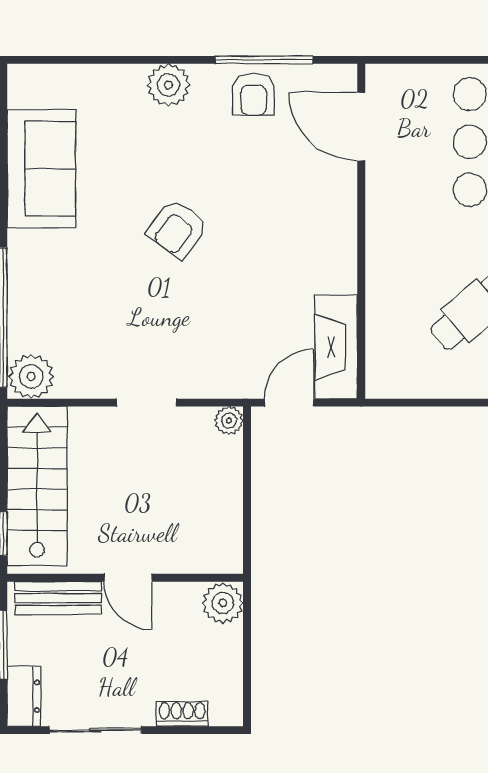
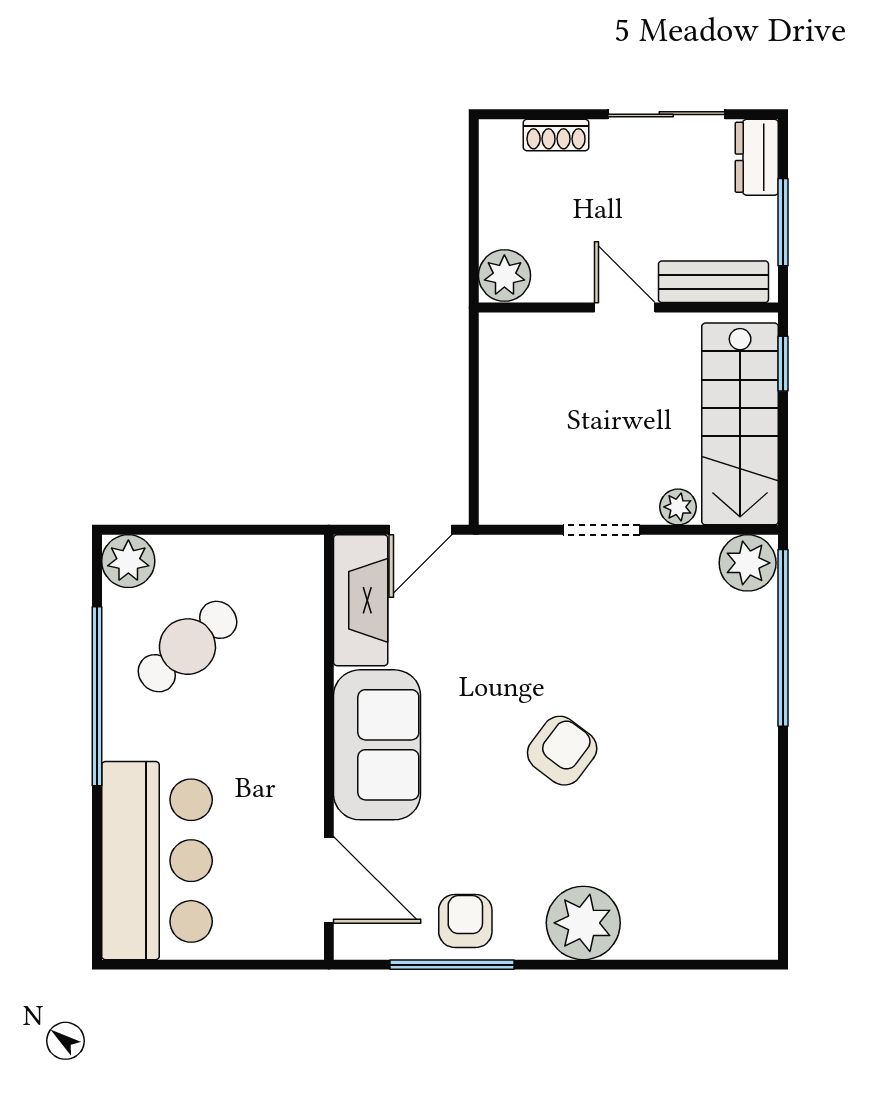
plant: (168, 85) -> (583, 923), width x1.36, depth x1.36
sofa: (41, 169) -> (377, 745), moved, turned 180
plant: (229, 421) -> (678, 507), moved

